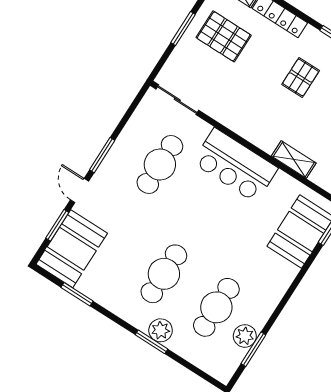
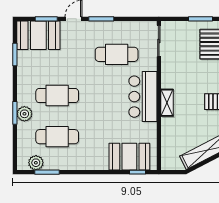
shelving: (294, 159) -> (167, 103), moved
plant: (245, 336) -> (36, 163), moved

